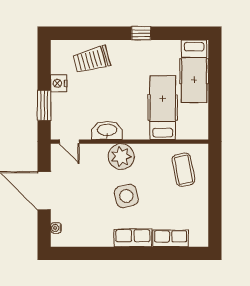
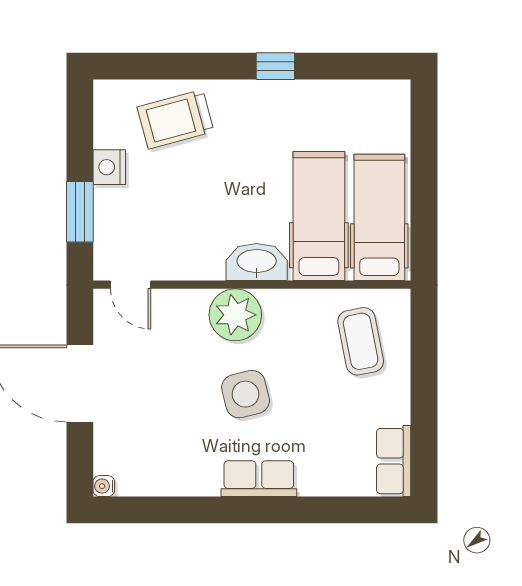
hospital bed: (194, 71) -> (379, 217), moved, turned 180
washbasin: (107, 130) -> (257, 262), moved
water cooler: (56, 228) -> (104, 486), moved
row of seats: (171, 238) -> (394, 461), moved, turned -90

